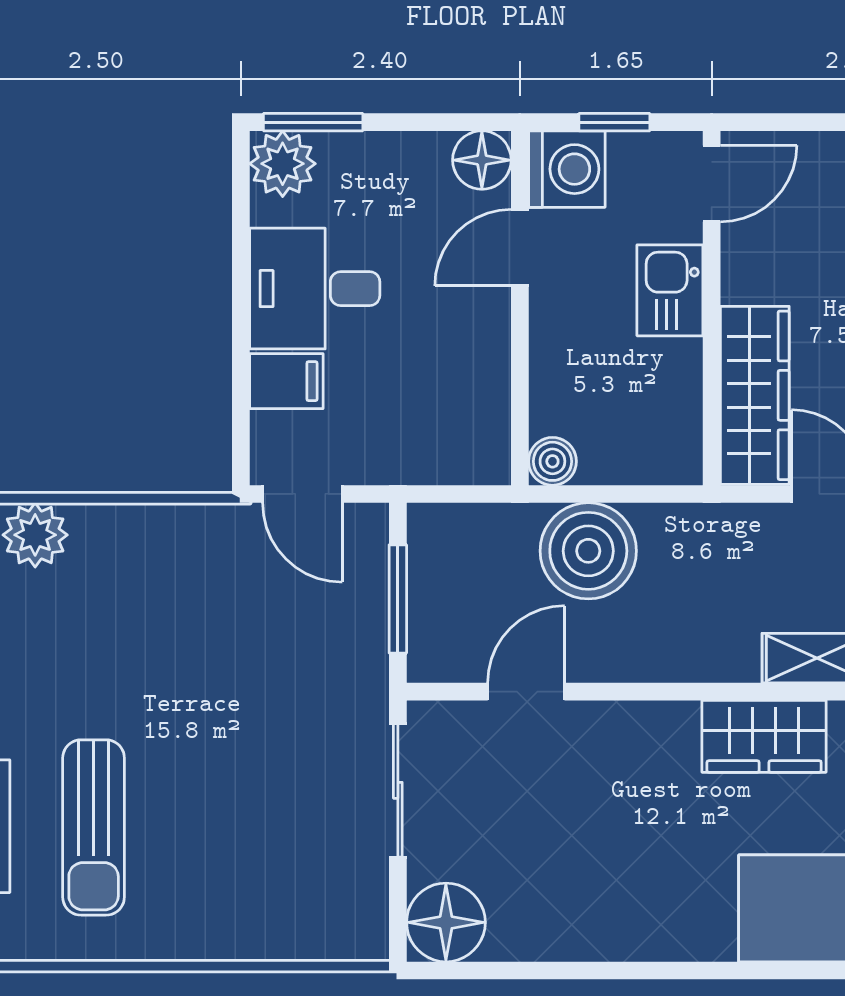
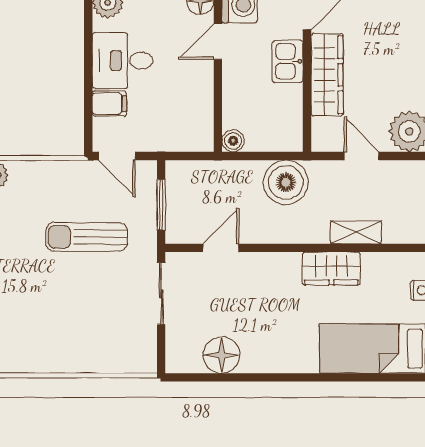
wardrobe: (755, 395) -> (327, 75), moved
boiler: (588, 551) -> (286, 182), moved
sun lounger: (94, 827) -> (87, 237), moved, turned 90
floor lamp: (446, 922) -> (221, 355), moved

